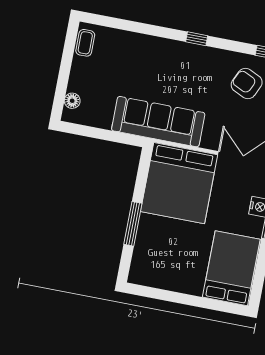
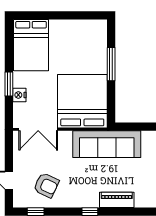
piano: (159, 47) -> (117, 200), added

